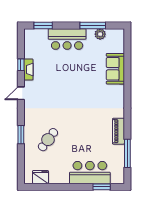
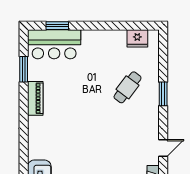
window: (127, 153) -> (24, 69), width x0.69
bar counter: (90, 173) -> (54, 44), moved

